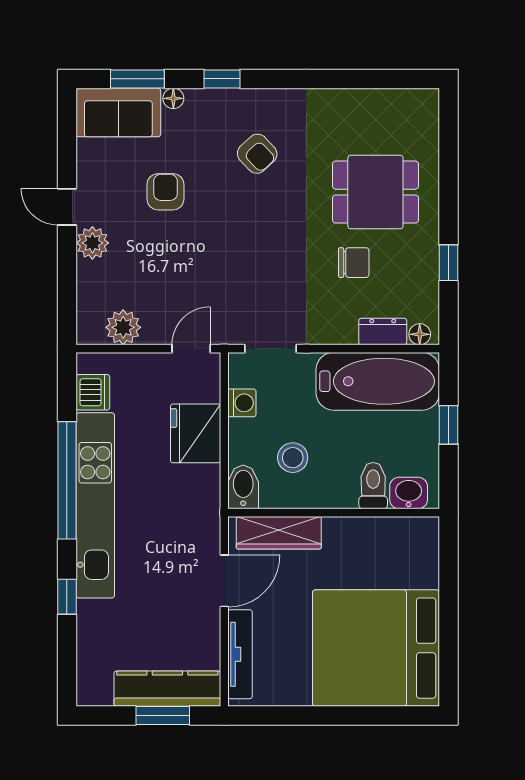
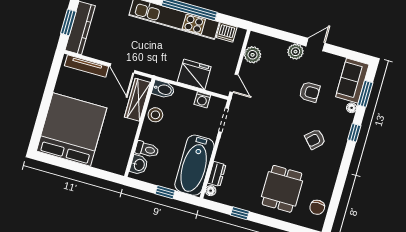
chair: (354, 263) -> (317, 207), moved
stool: (293, 458) -> (155, 115), moved

